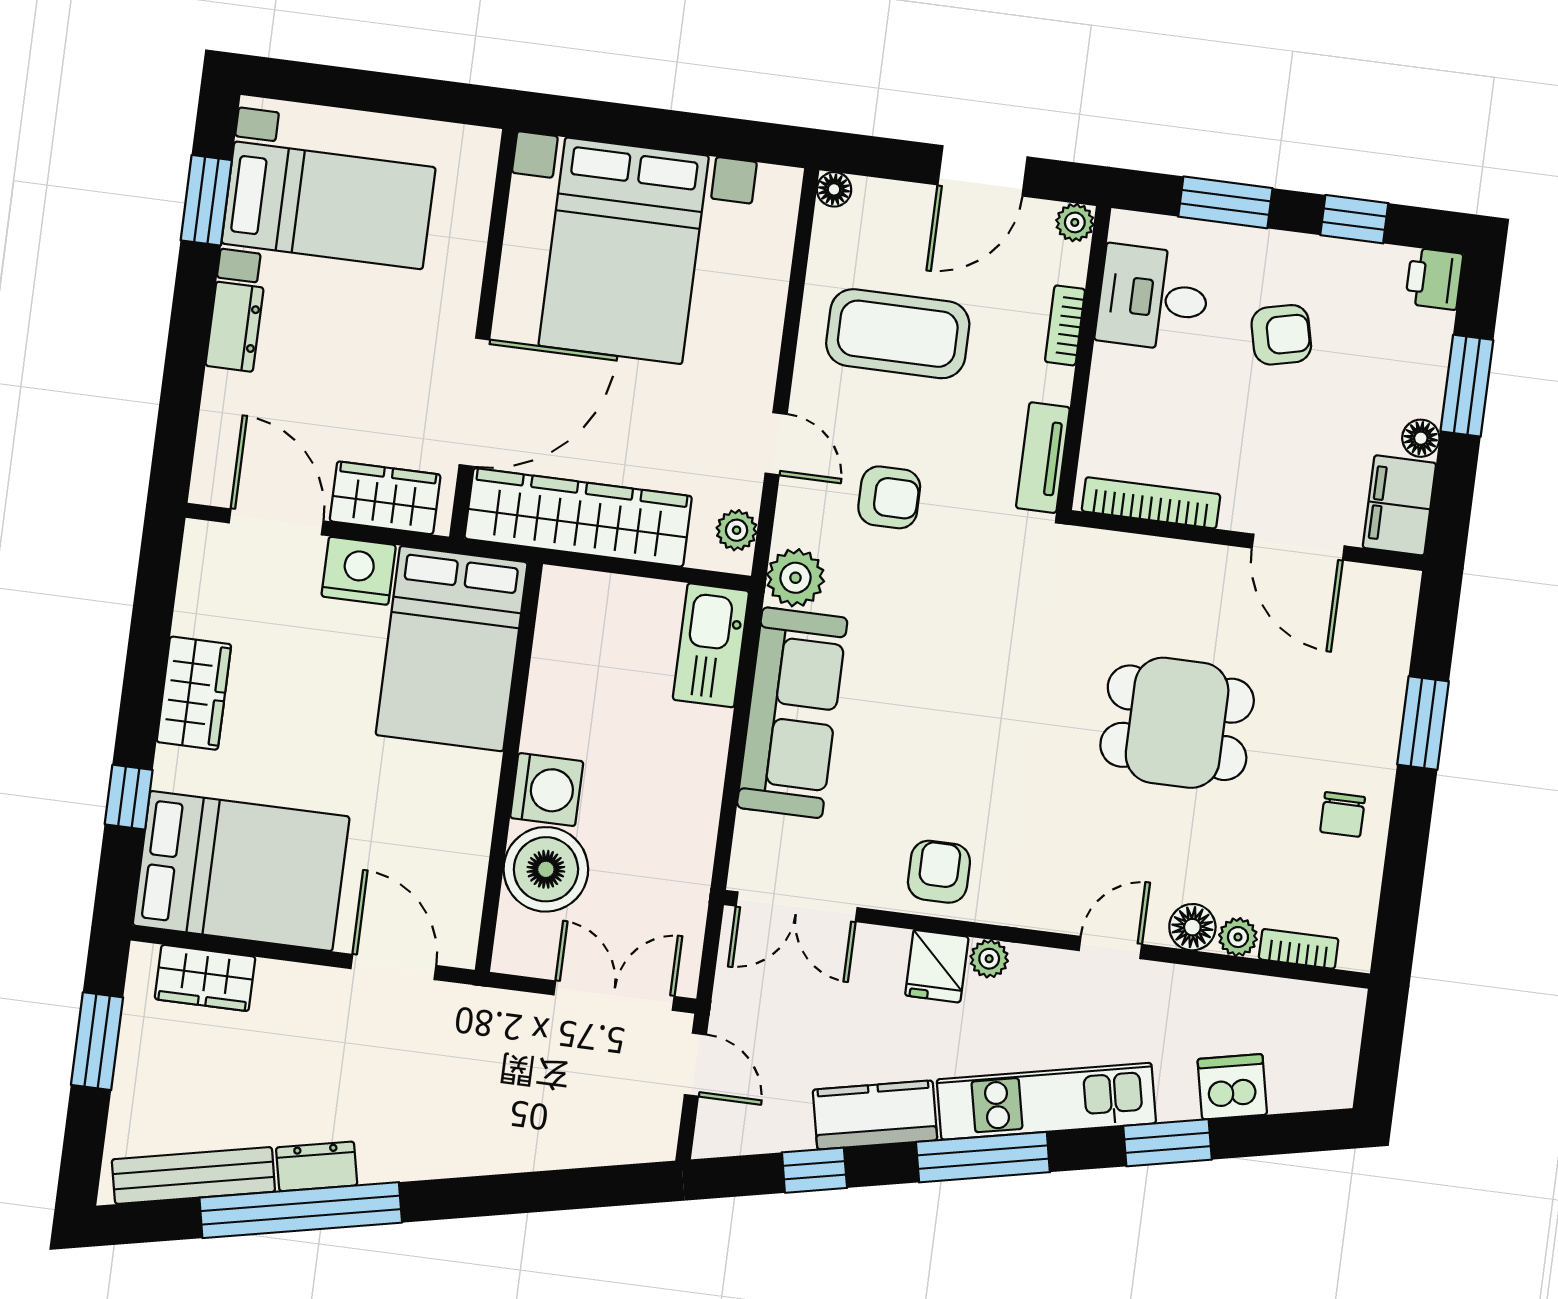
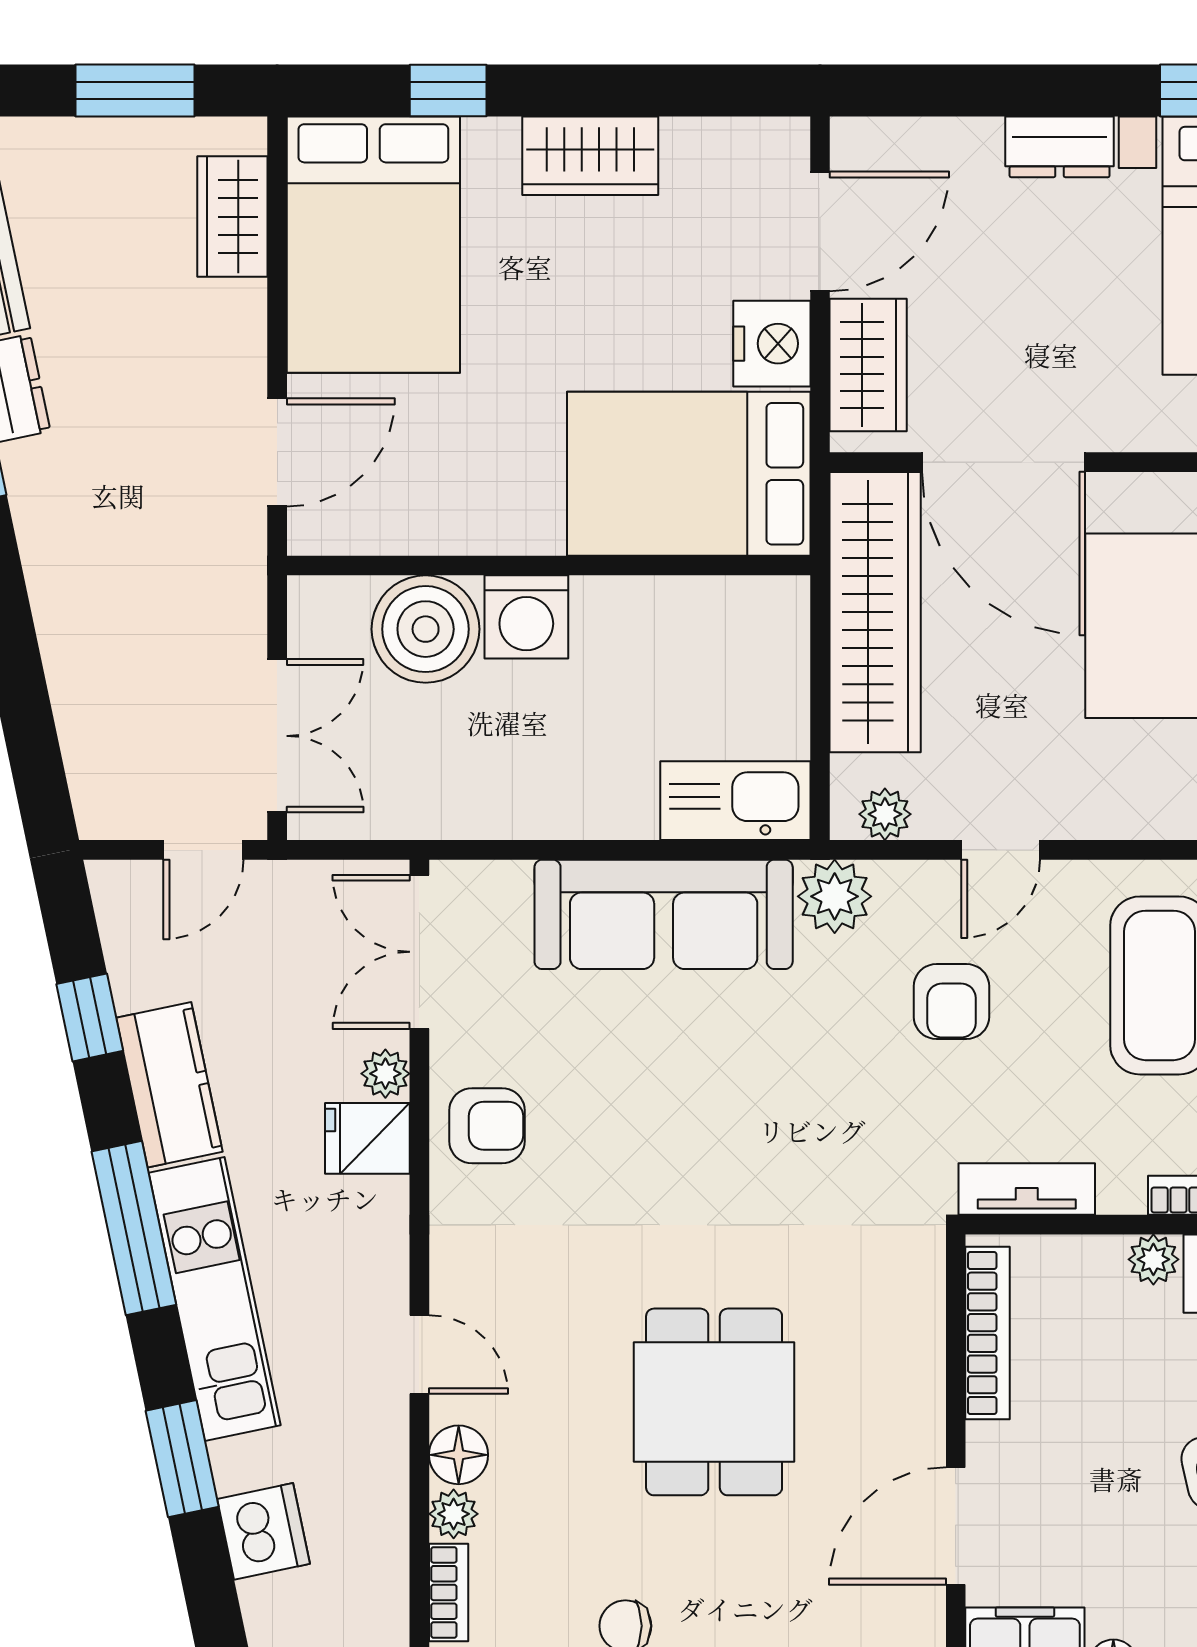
plant: (1111, 366) -> (1153, 1259), added
plant: (989, 959) -> (385, 1074), moved

